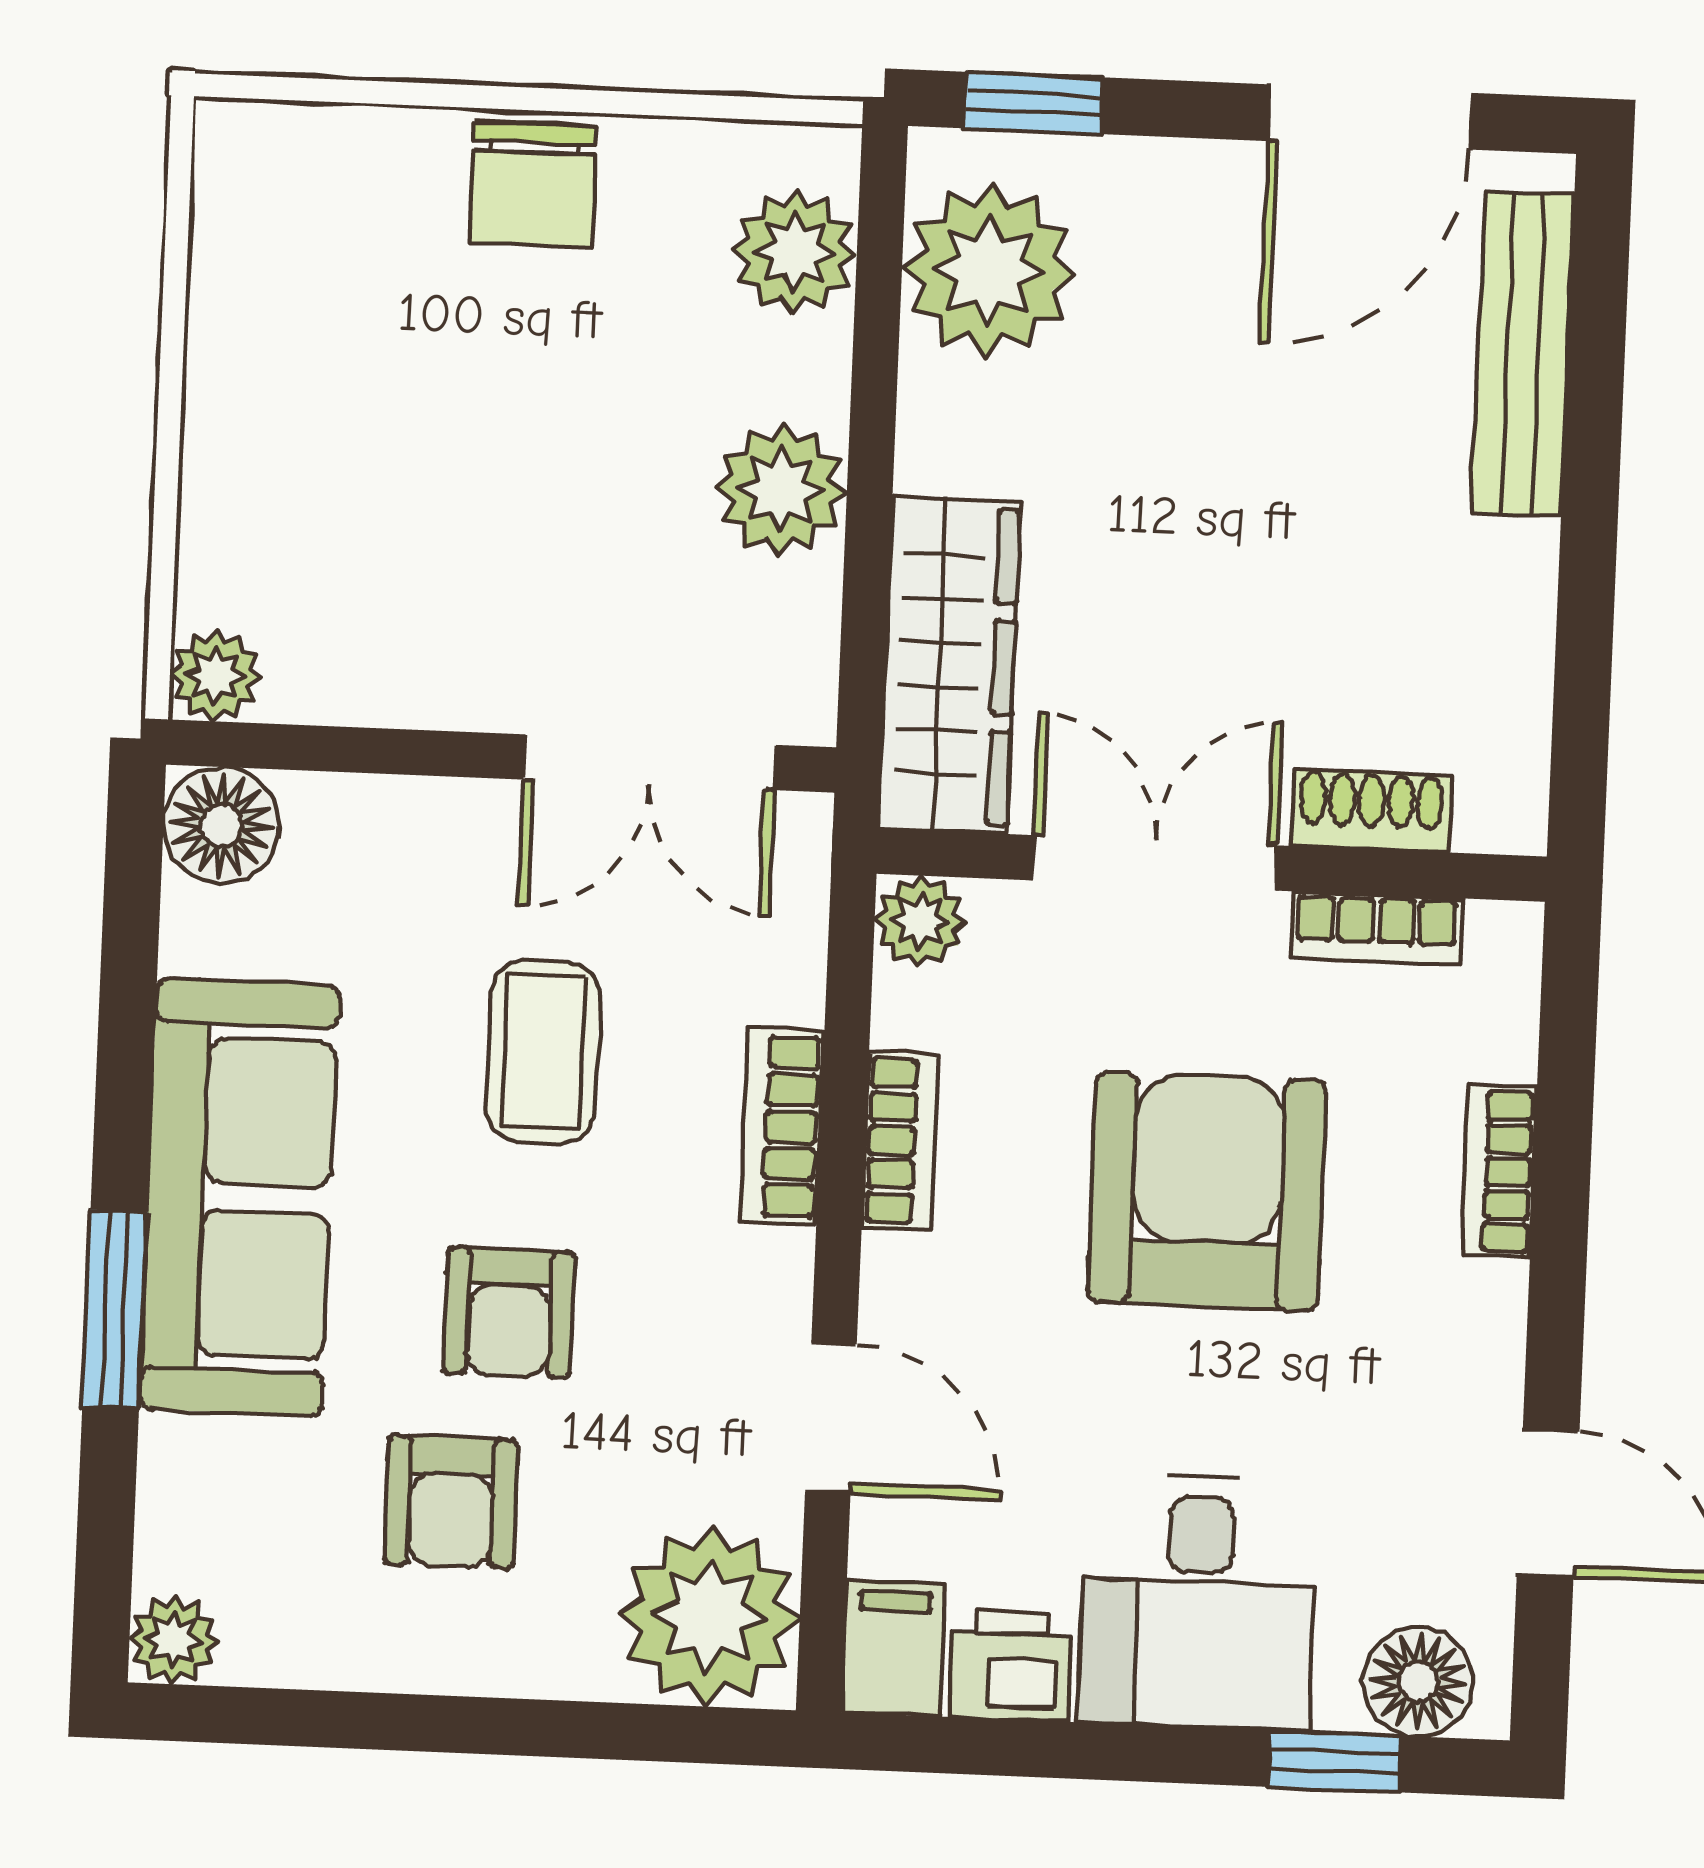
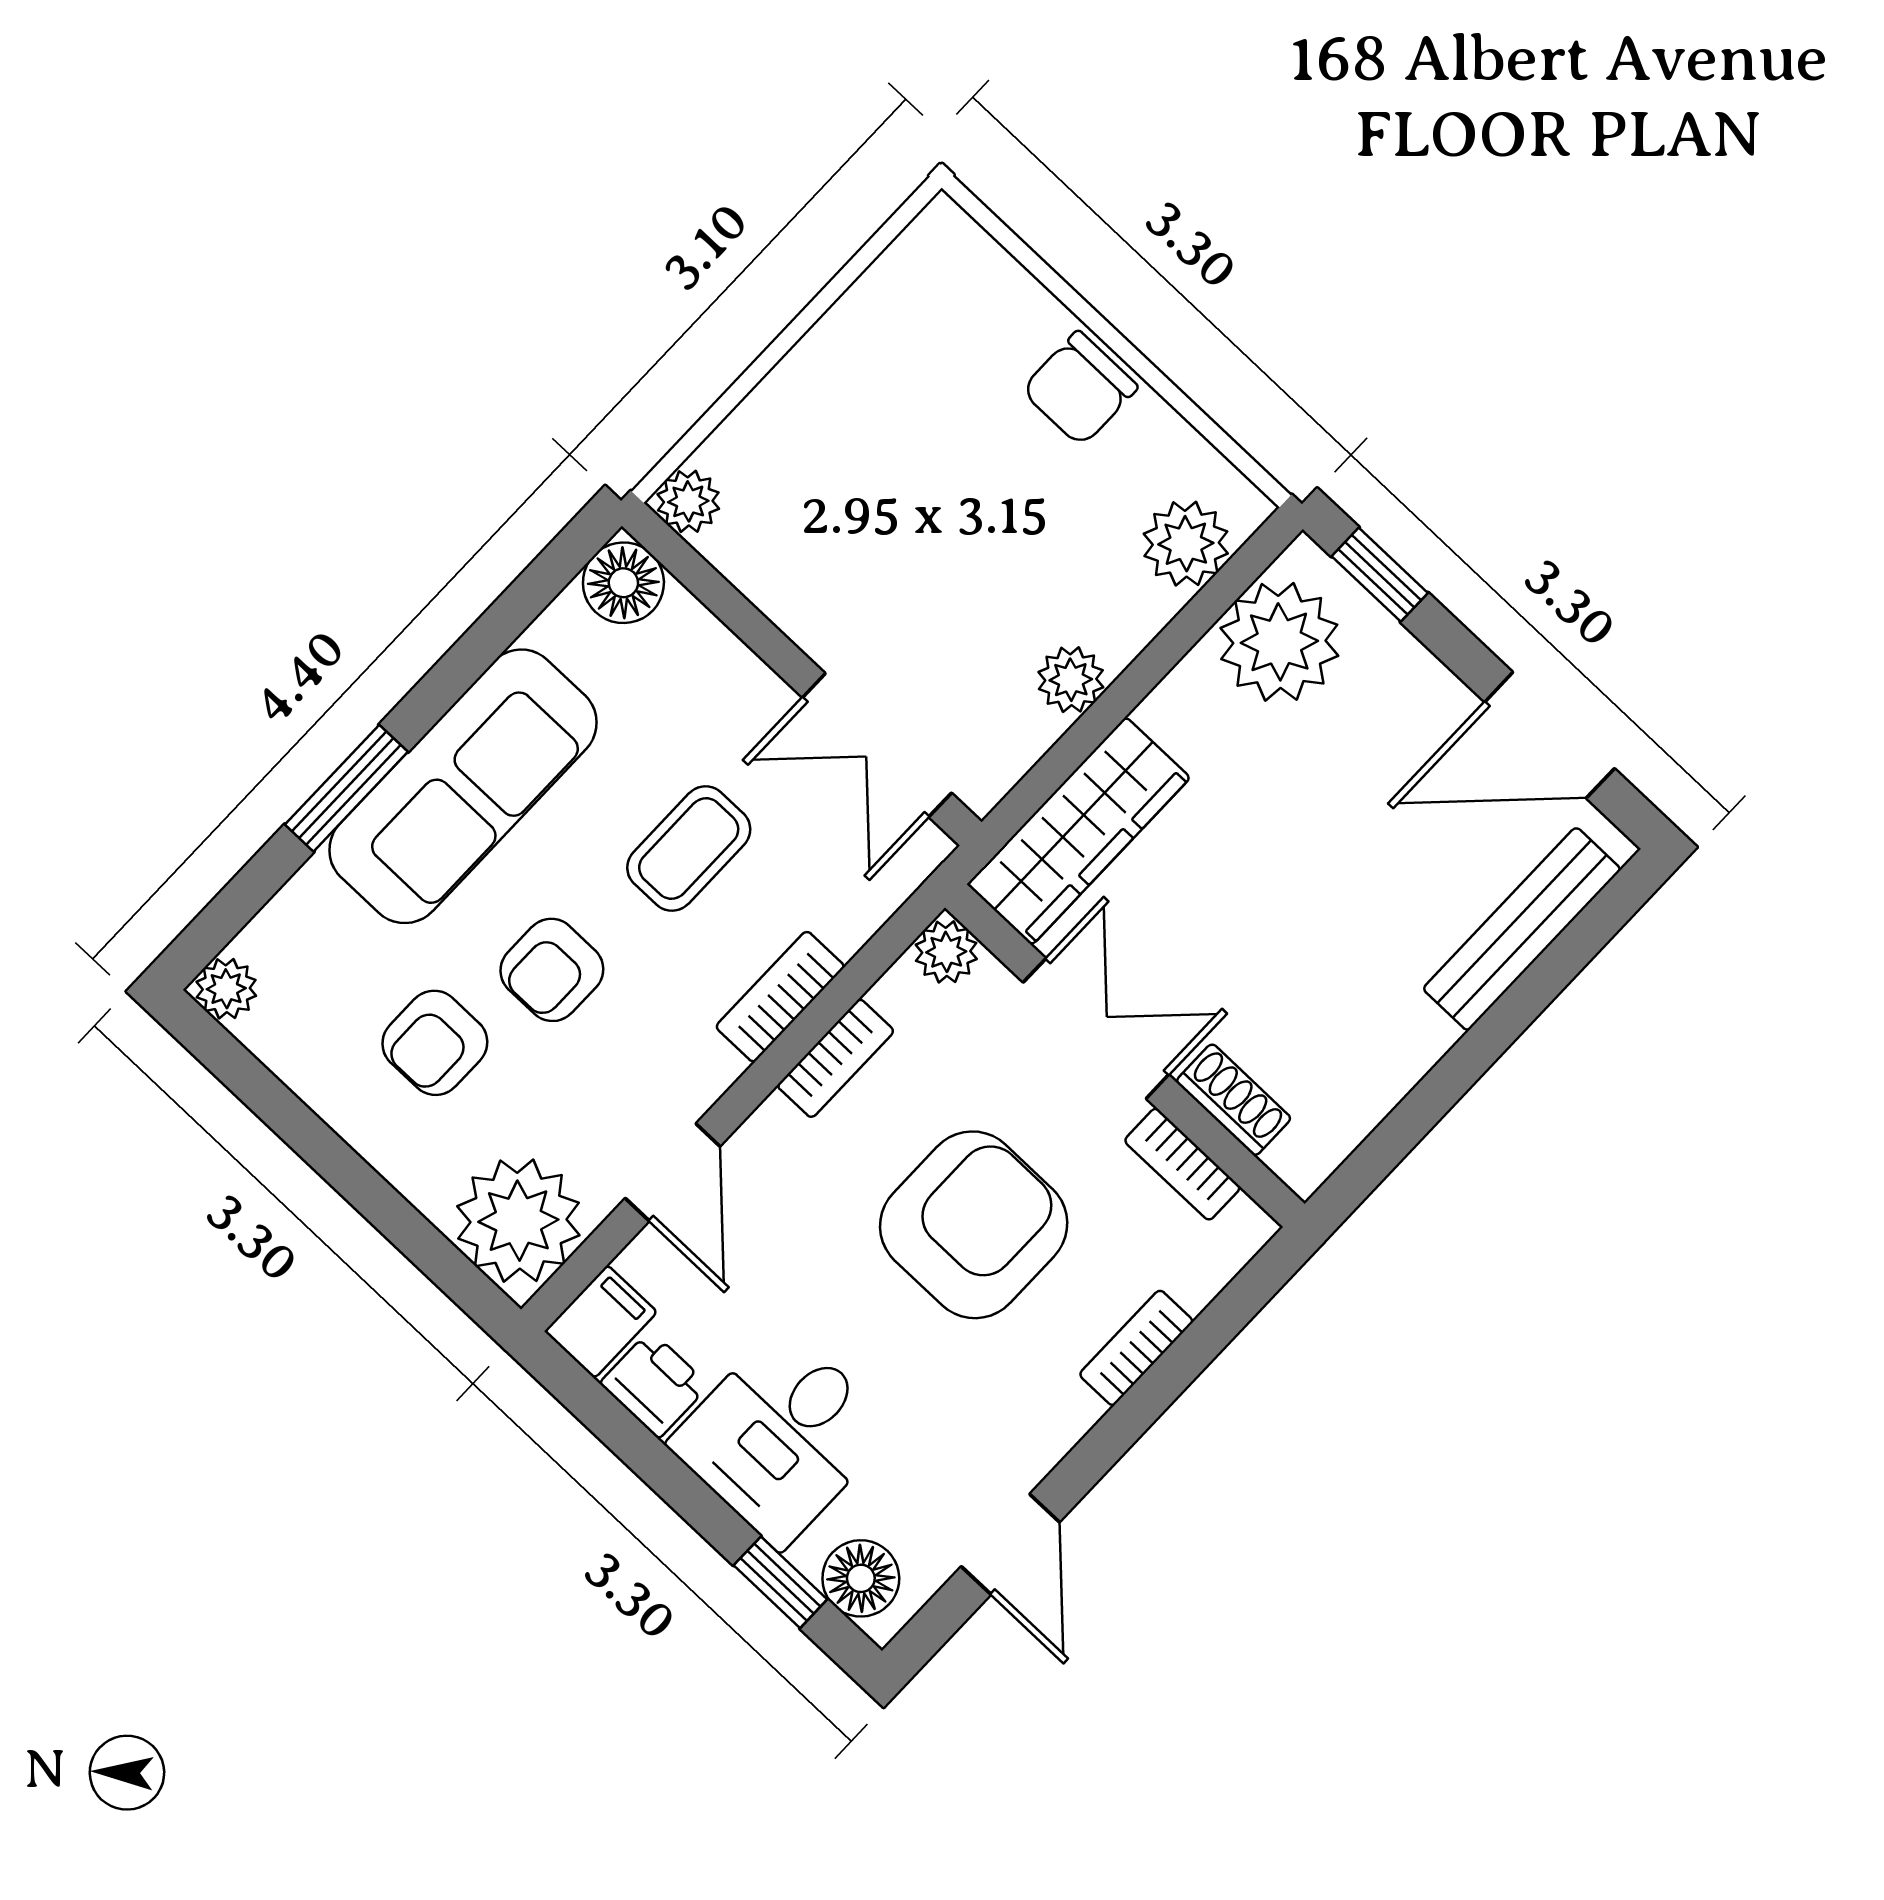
plant: (781, 490) -> (1071, 680), width x0.73, depth x0.73

